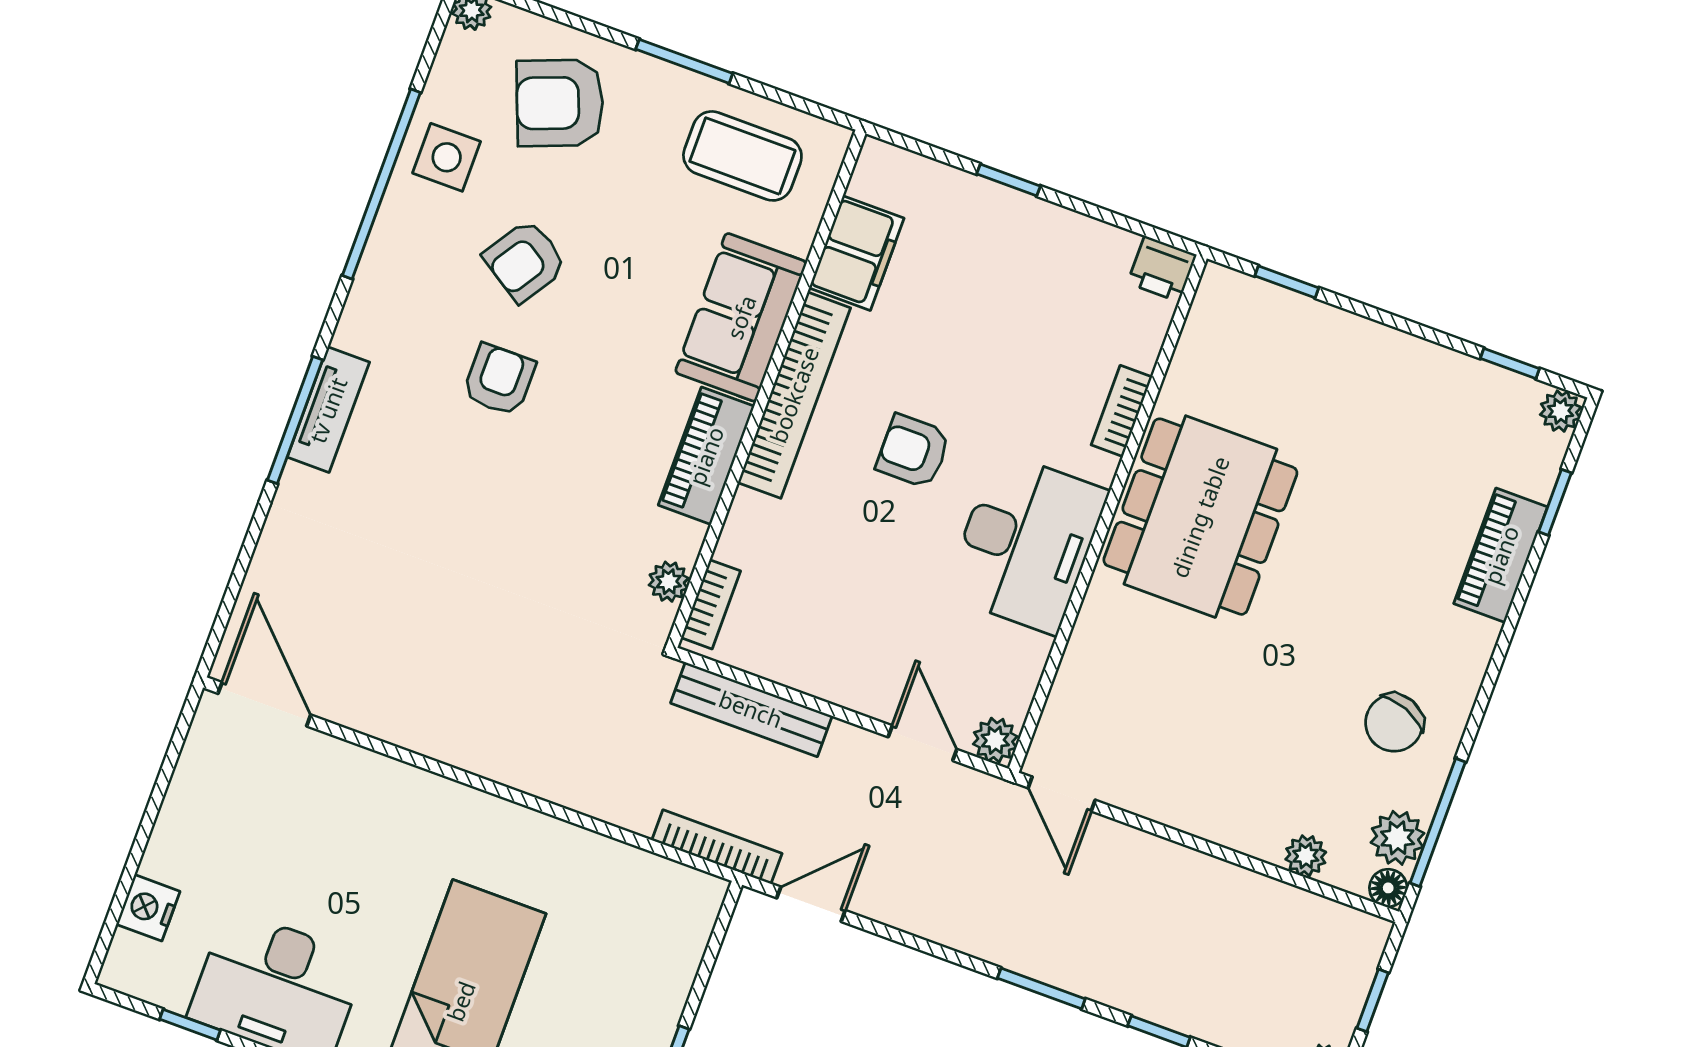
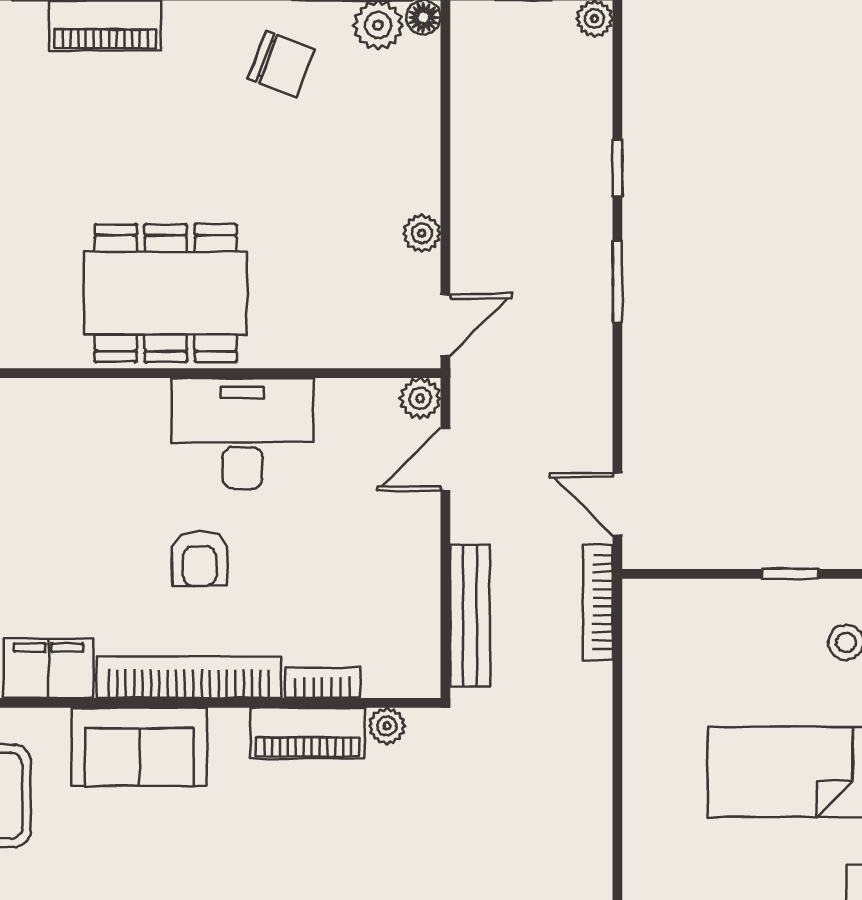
bookcase: (1122, 411) -> (100, 393), removed
piano: (706, 456) -> (308, 733), moved
bookcase: (711, 604) -> (323, 683), moved
plant: (1306, 856) -> (422, 233), moved

